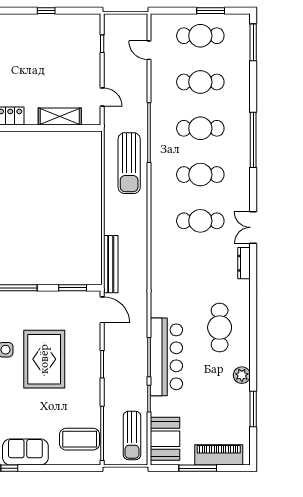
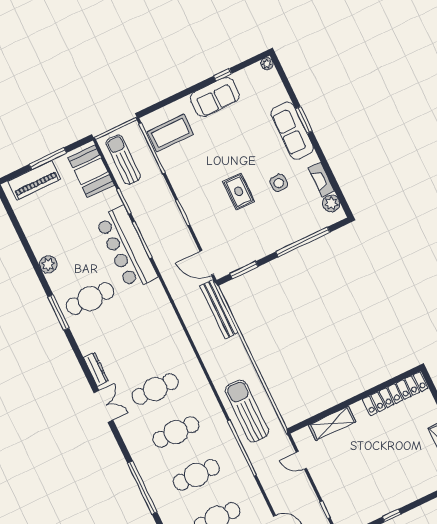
cafe table: (220, 328) -> (90, 299), turned 90
rug: (44, 359) -> (239, 191), width x0.54, depth x0.49
window: (253, 409) -> (58, 312), moved

